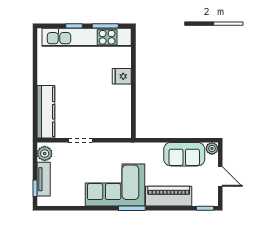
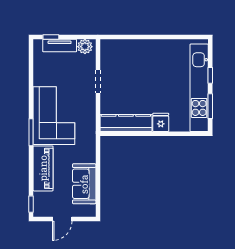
kitchen counter: (46, 112) -> (126, 123), moved, turned 180
plant: (212, 148) -> (90, 211), removed

